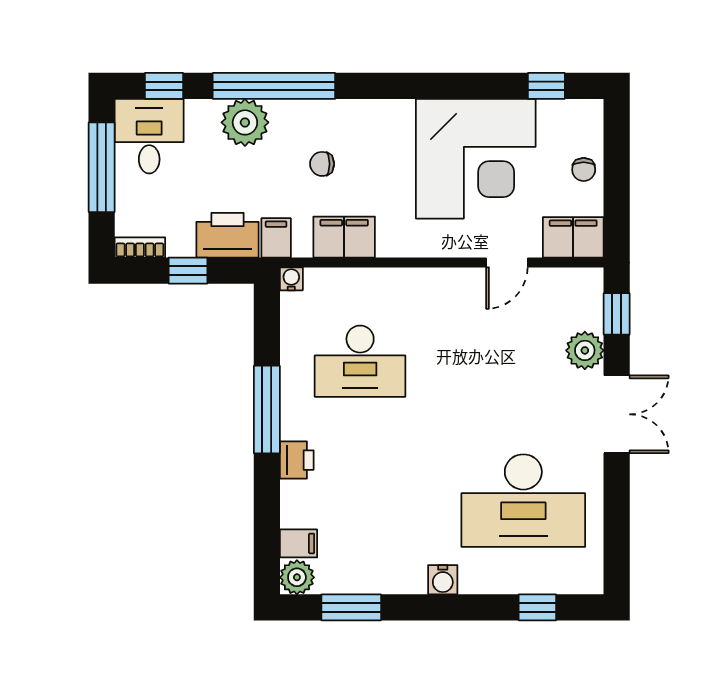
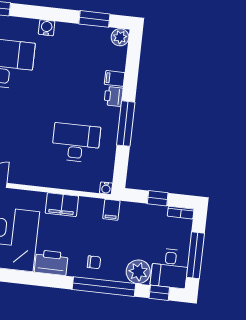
plant: (245, 122) -> (138, 272), moved
chair: (322, 164) -> (94, 262), moved
printer: (227, 235) -> (51, 263), moved, turned 180
filing cabinet: (344, 237) -> (62, 205), moved
filing cabinet: (299, 543) -> (115, 78), moved

